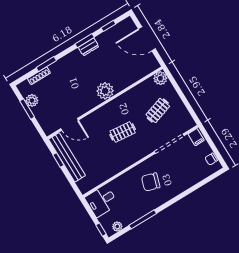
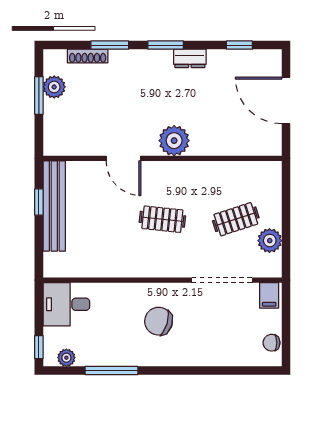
window: (85, 41) -> (166, 45), moved
plant: (160, 78) -> (270, 241), moved
door: (69, 124) -> (123, 158), moved

